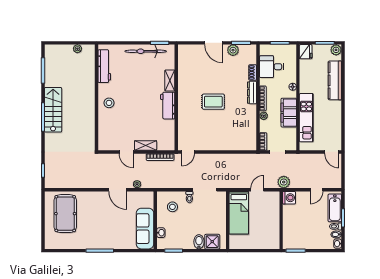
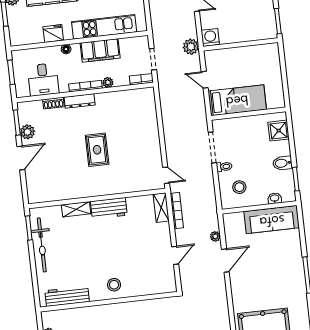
fridge: (306, 52) -> (53, 34), moved
shelving: (146, 145) -> (161, 208), moved
bidet: (199, 242) -> (282, 163), moved

